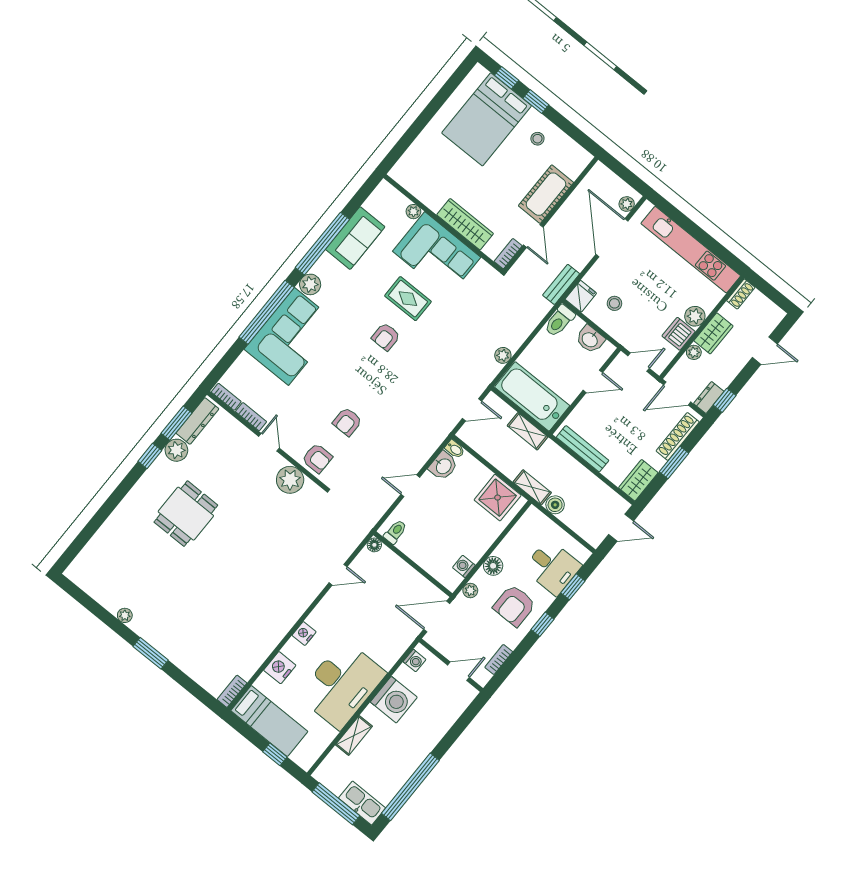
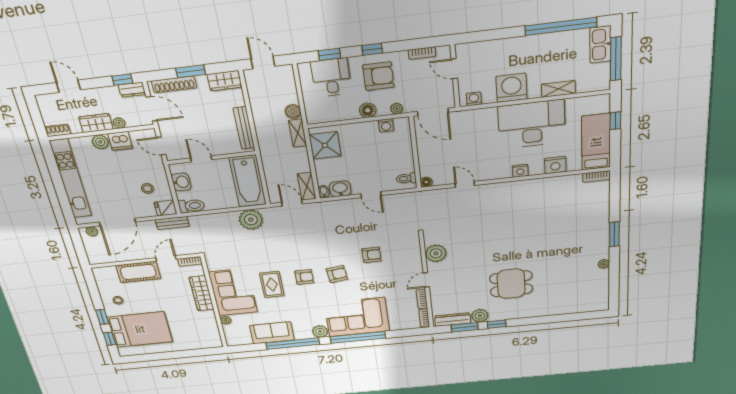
plant: (503, 355) -> (251, 220), width x1.88, depth x1.88
shelving: (528, 431) -> (307, 186), moved
armchair: (317, 458) -> (337, 274), moved, turned 83

